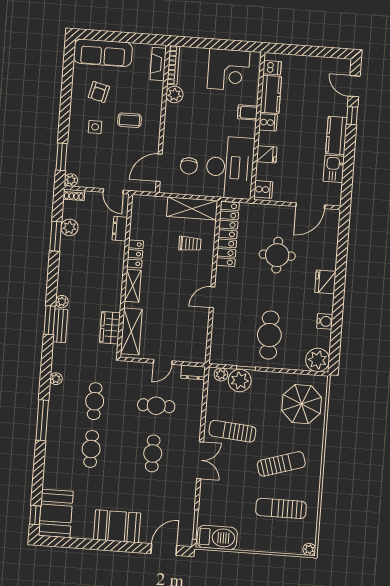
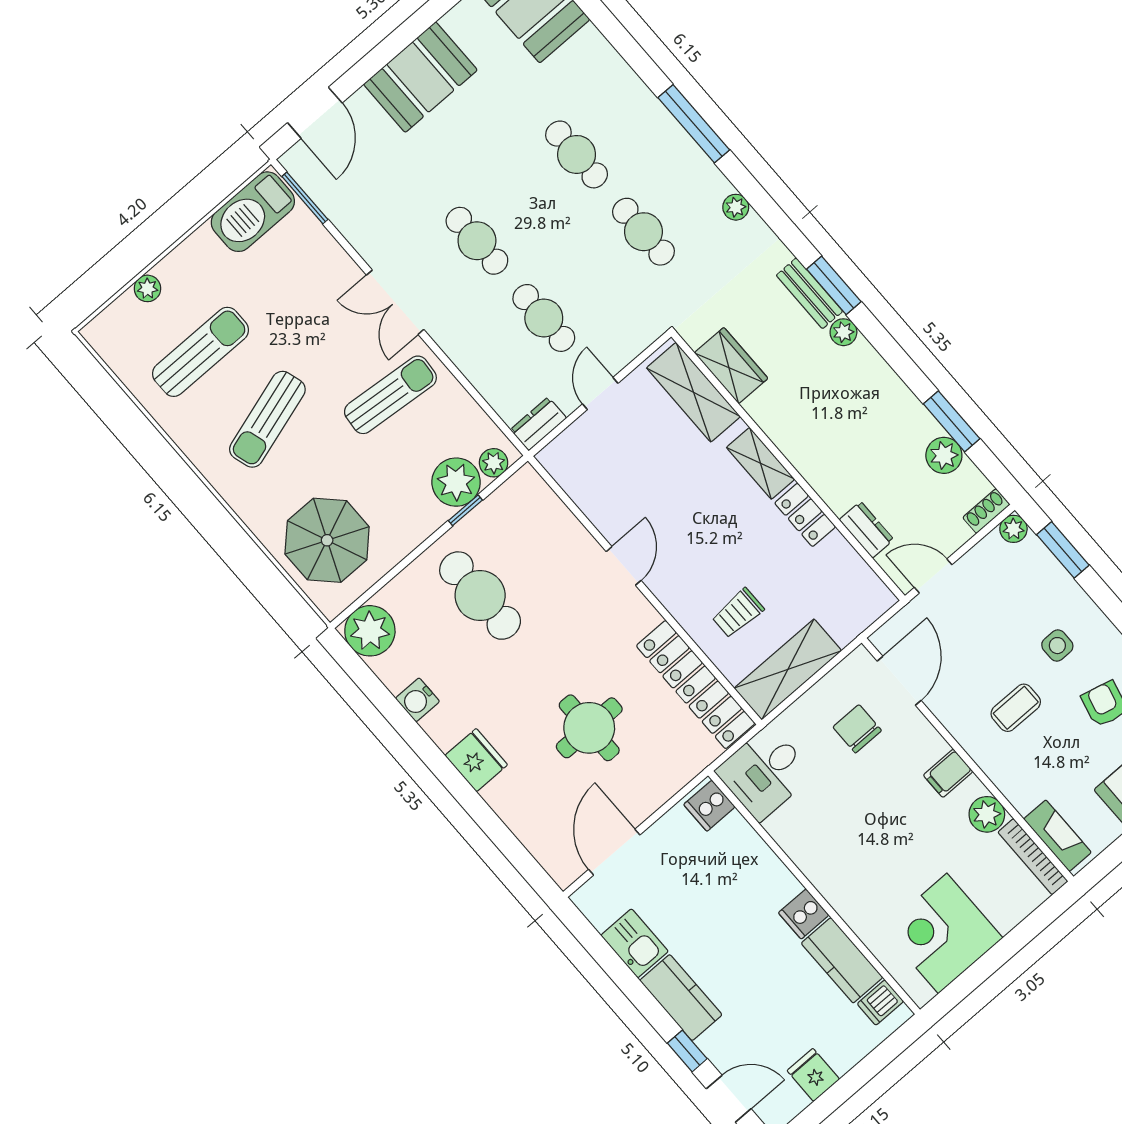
filing cabinet: (247, 112) -> (948, 773), moved, turned 180
fridge: (267, 154) -> (813, 1075), moved, turned 90
desk: (230, 167) -> (765, 773), width x0.53, depth x0.77
cafe table: (156, 406) -> (544, 318), turned 90
plant: (309, 549) -> (147, 288), moved

